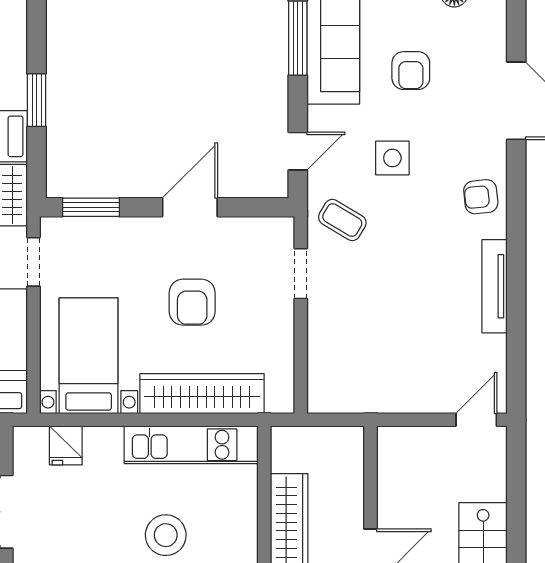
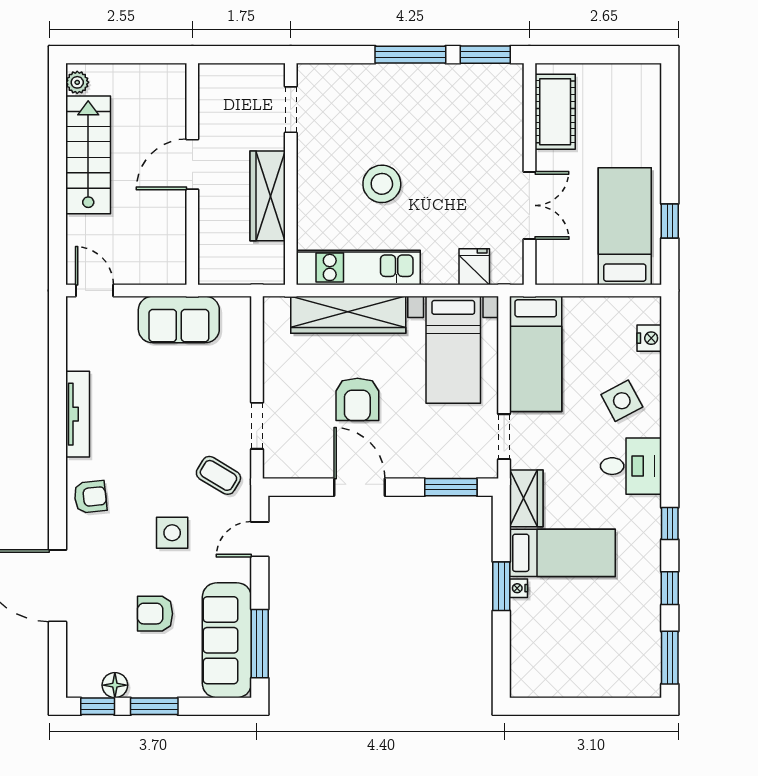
armchair: (411, 71) -> (155, 614), turned -90
nightstand: (18, 98) -> (519, 588), added
door: (190, 207) -> (359, 487), swing flipped
armchair: (192, 302) -> (357, 399), turned 180
sofa: (385, 388) -> (179, 320), added
door: (476, 420) -> (94, 291), swing flipped

